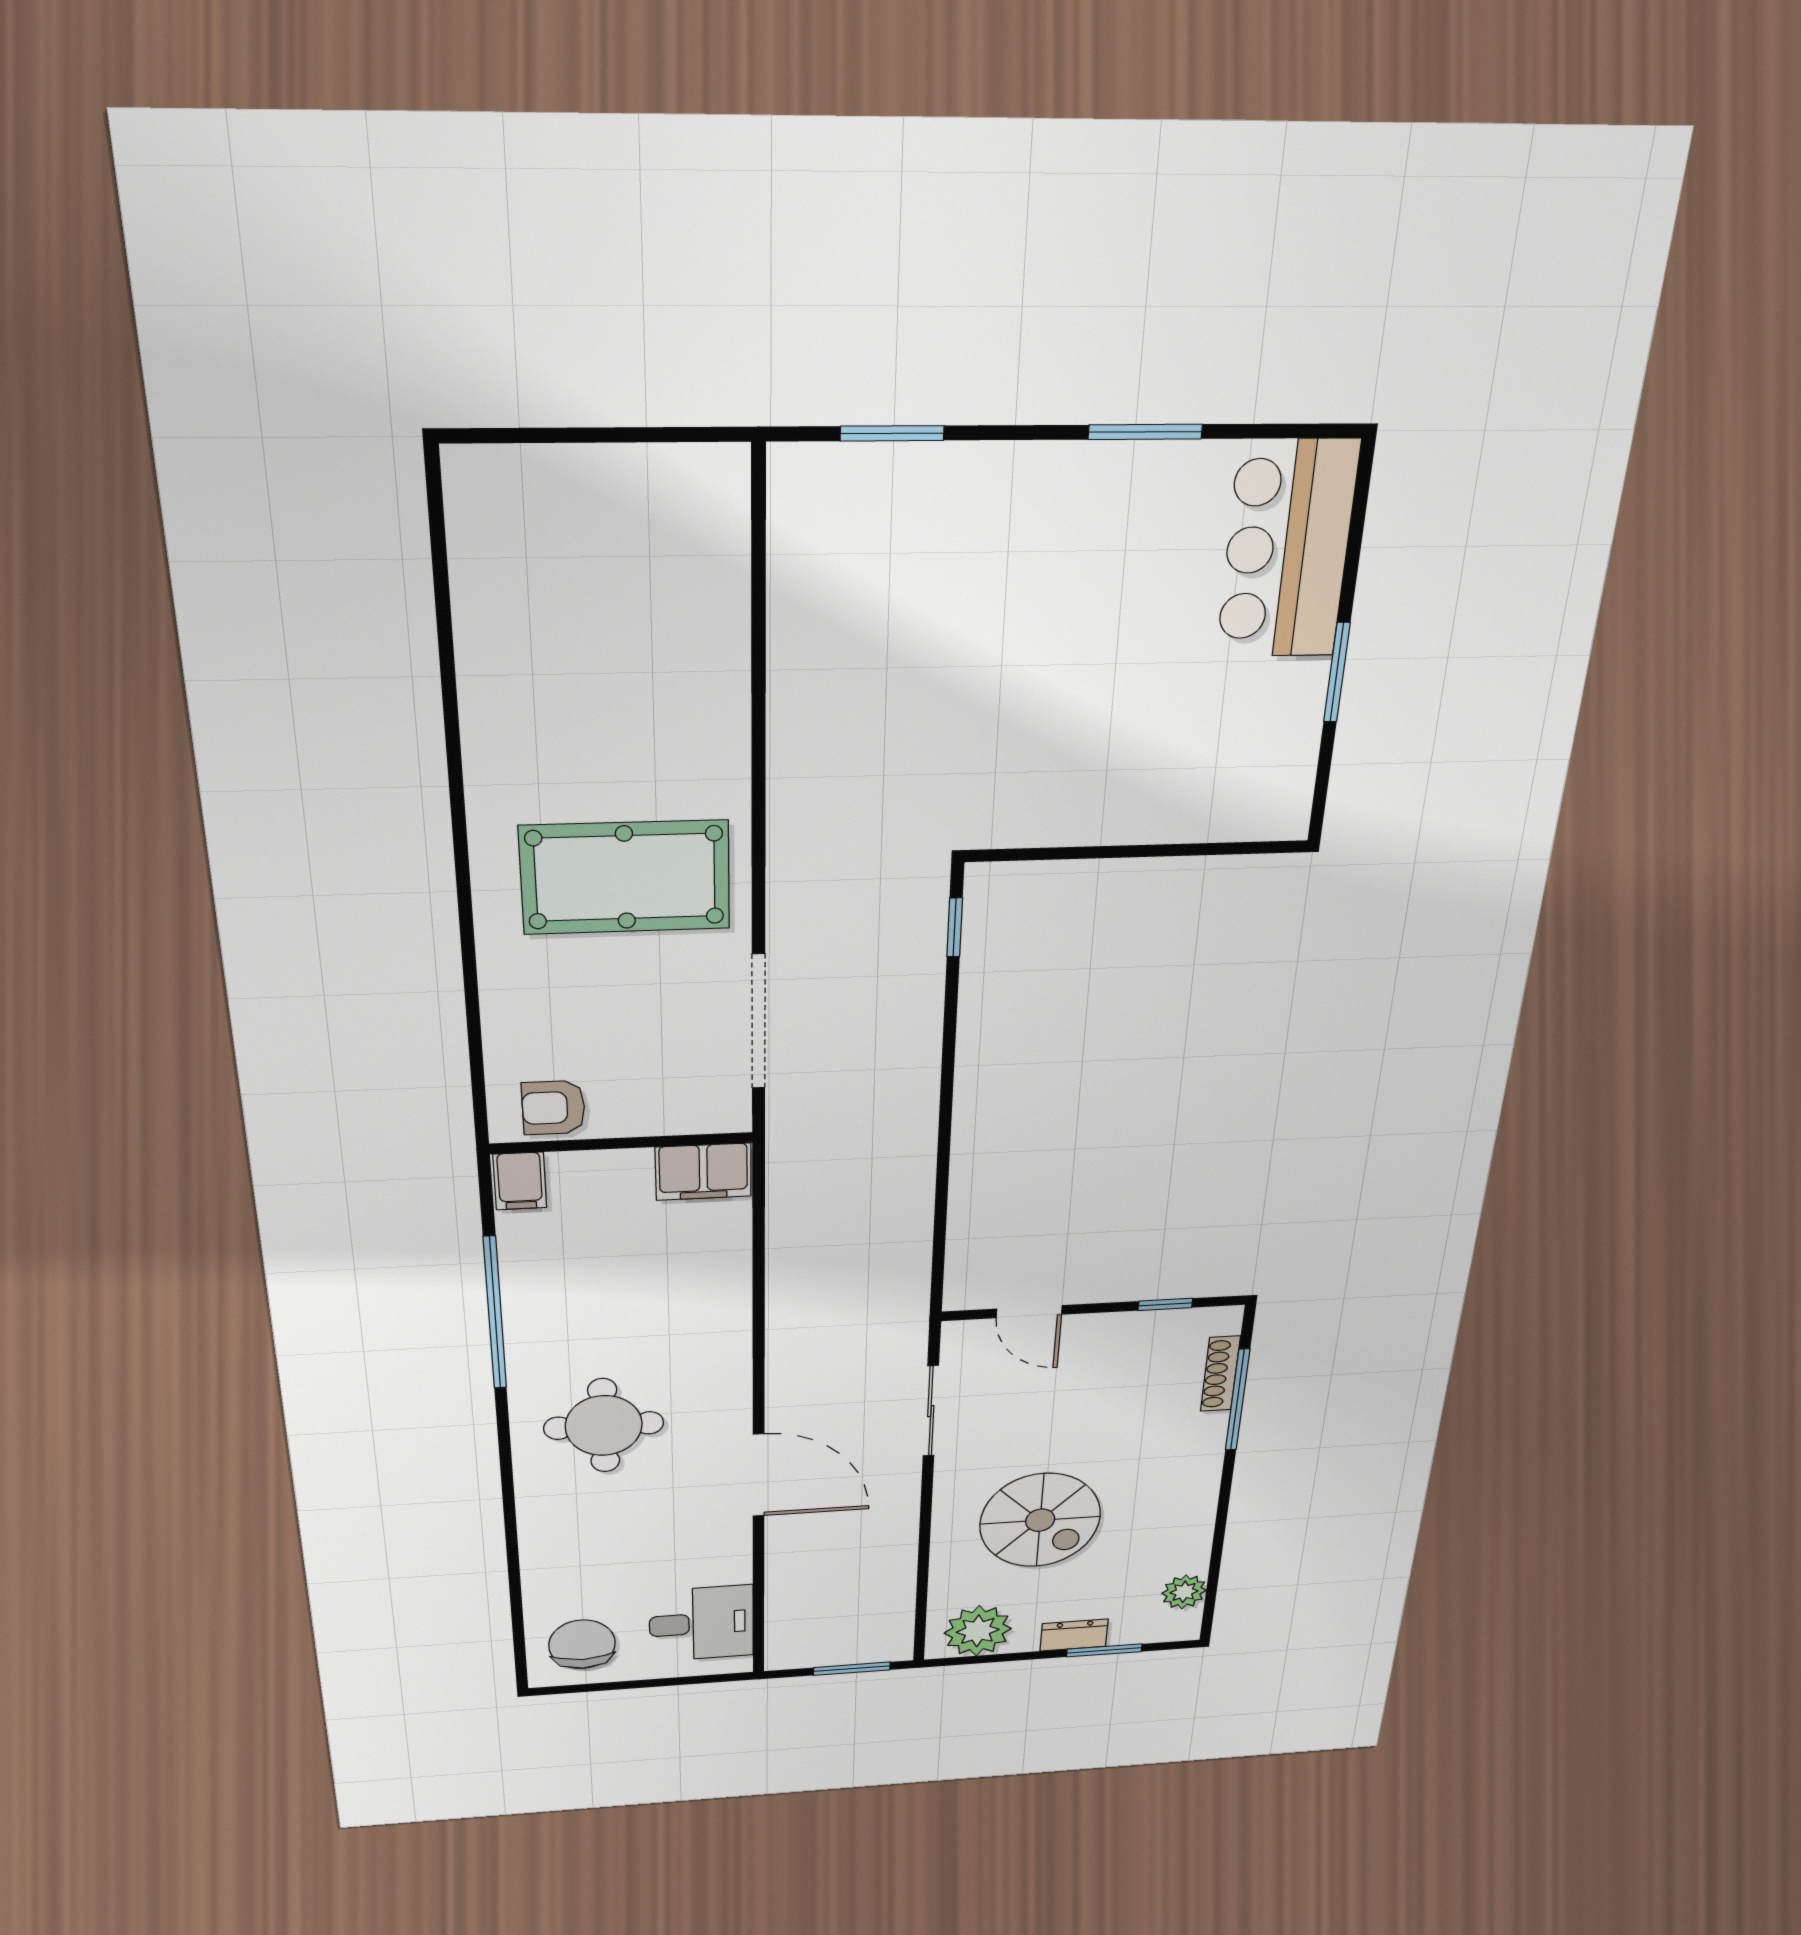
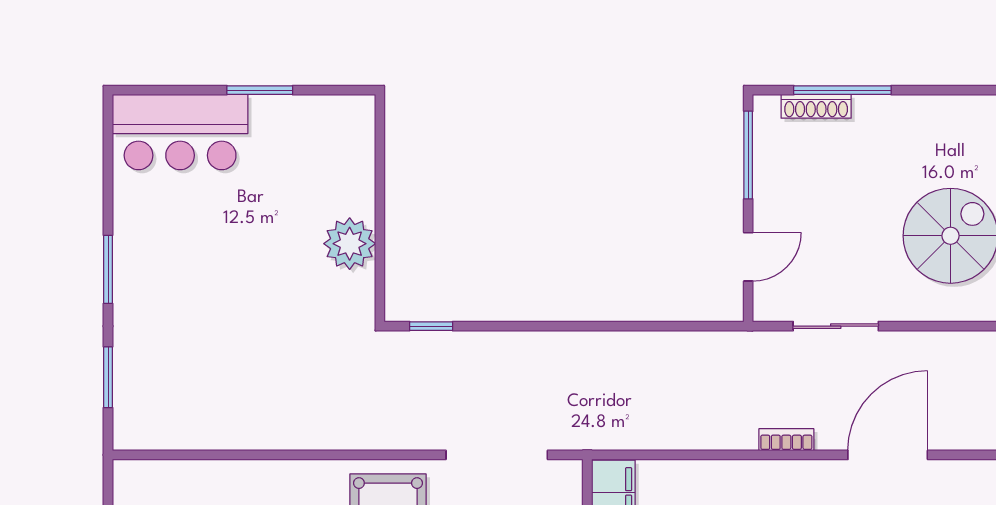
window: (1145, 432) -> (108, 269), moved
plant: (1087, 810) -> (350, 244), added
window: (1165, 1304) -> (748, 155), width x2.17
bookcase: (779, 1367) -> (786, 440), added

